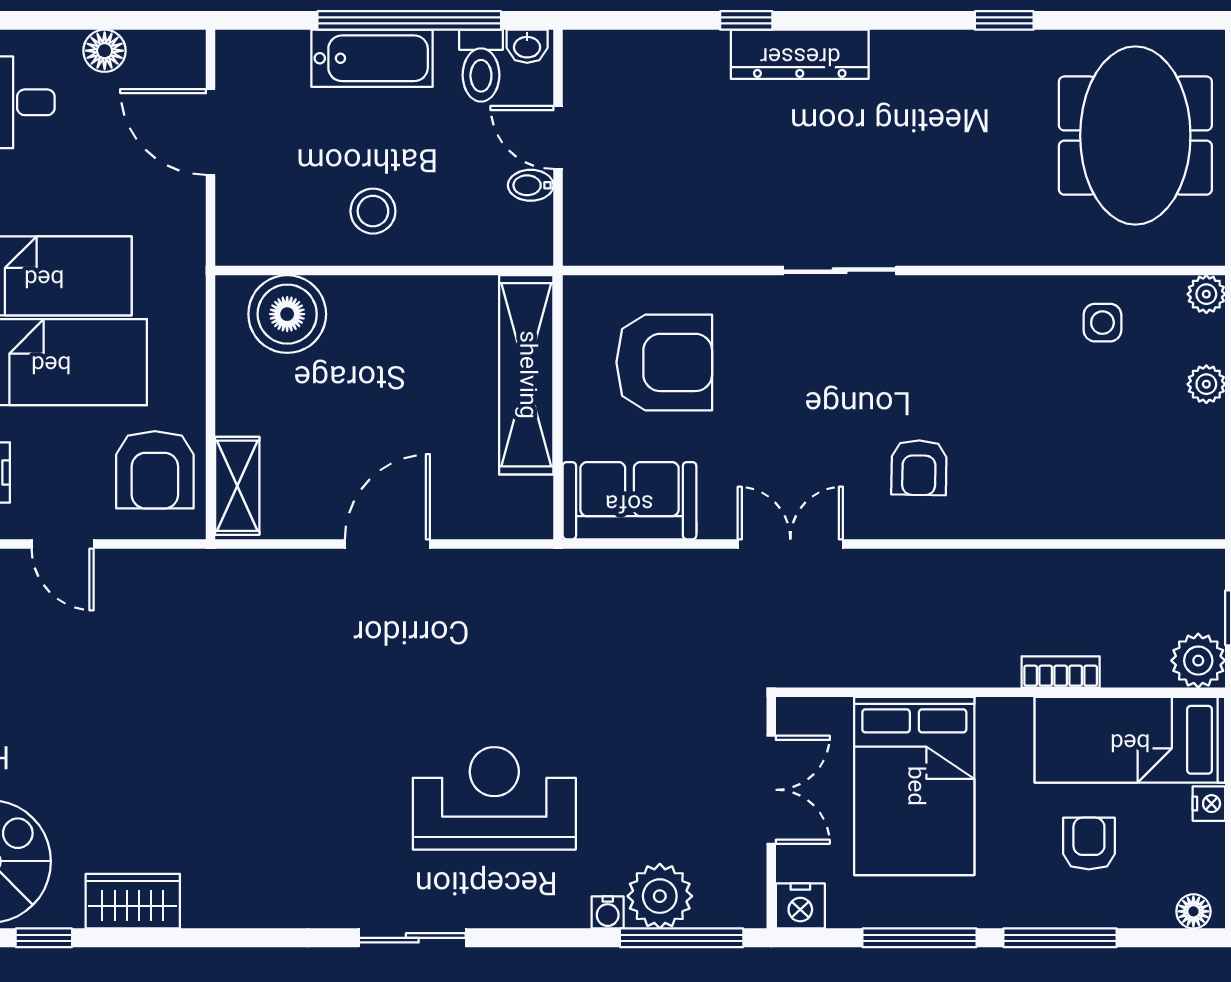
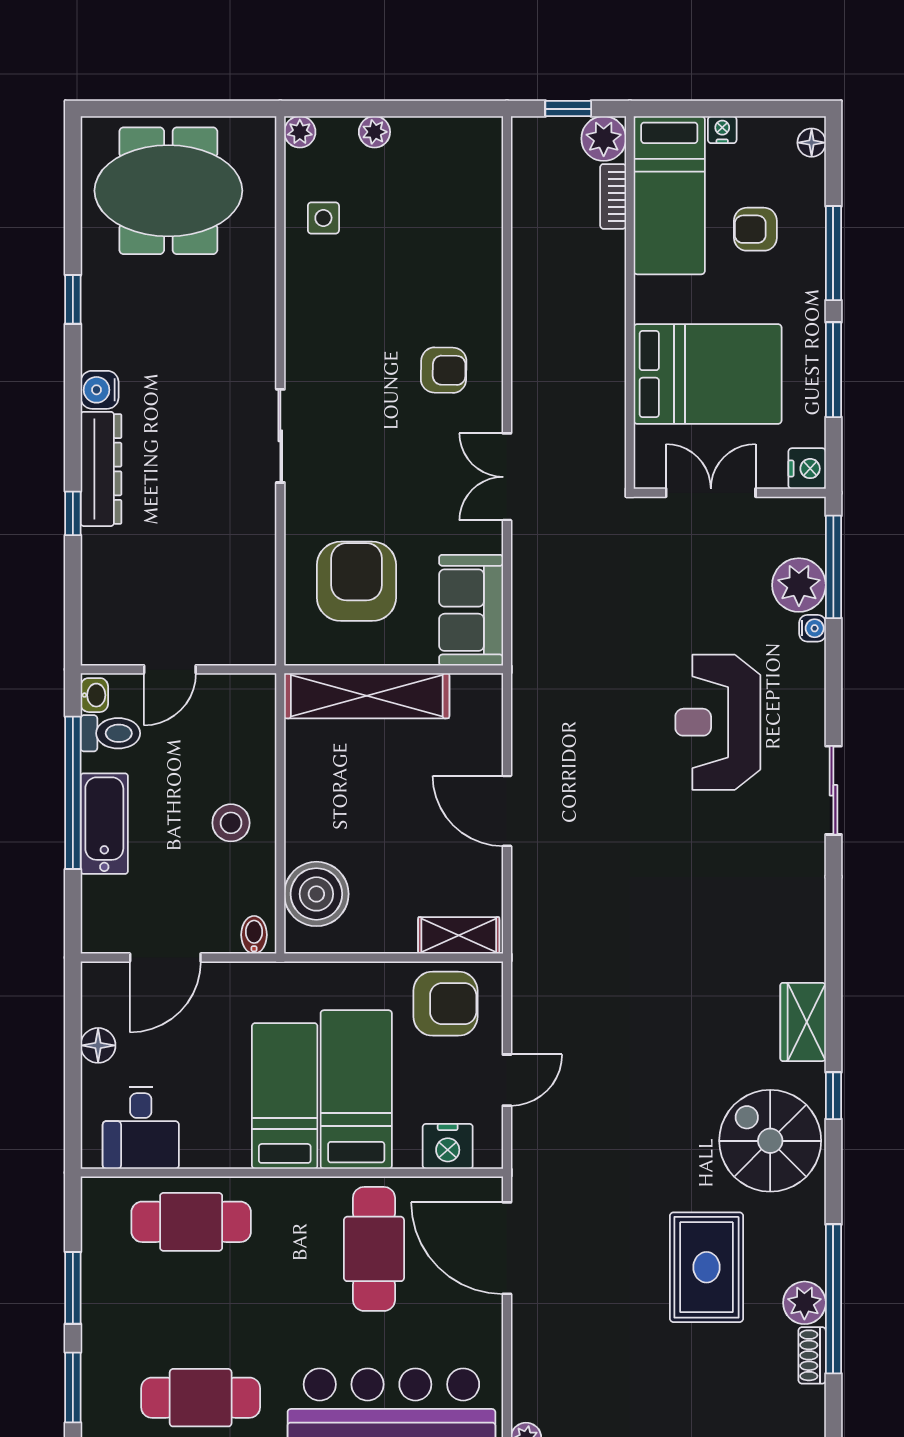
water cooler: (895, 53) -> (100, 390), added
bidet: (531, 185) -> (254, 935), moved, turned 180
bookcase: (1061, 672) -> (613, 196), moved

